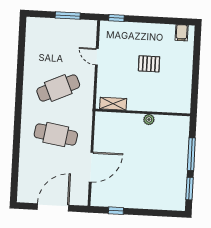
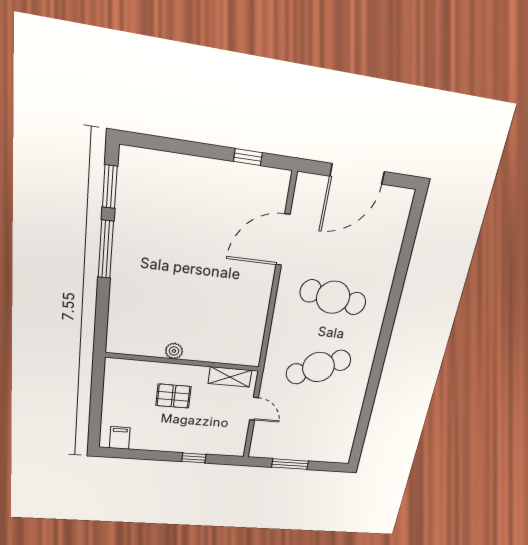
window: (116, 18) -> (194, 458), moved
shelving: (113, 104) -> (230, 377), moved
wall: (143, 112) -> (184, 362), moved
plant: (149, 119) -> (174, 351), moved

